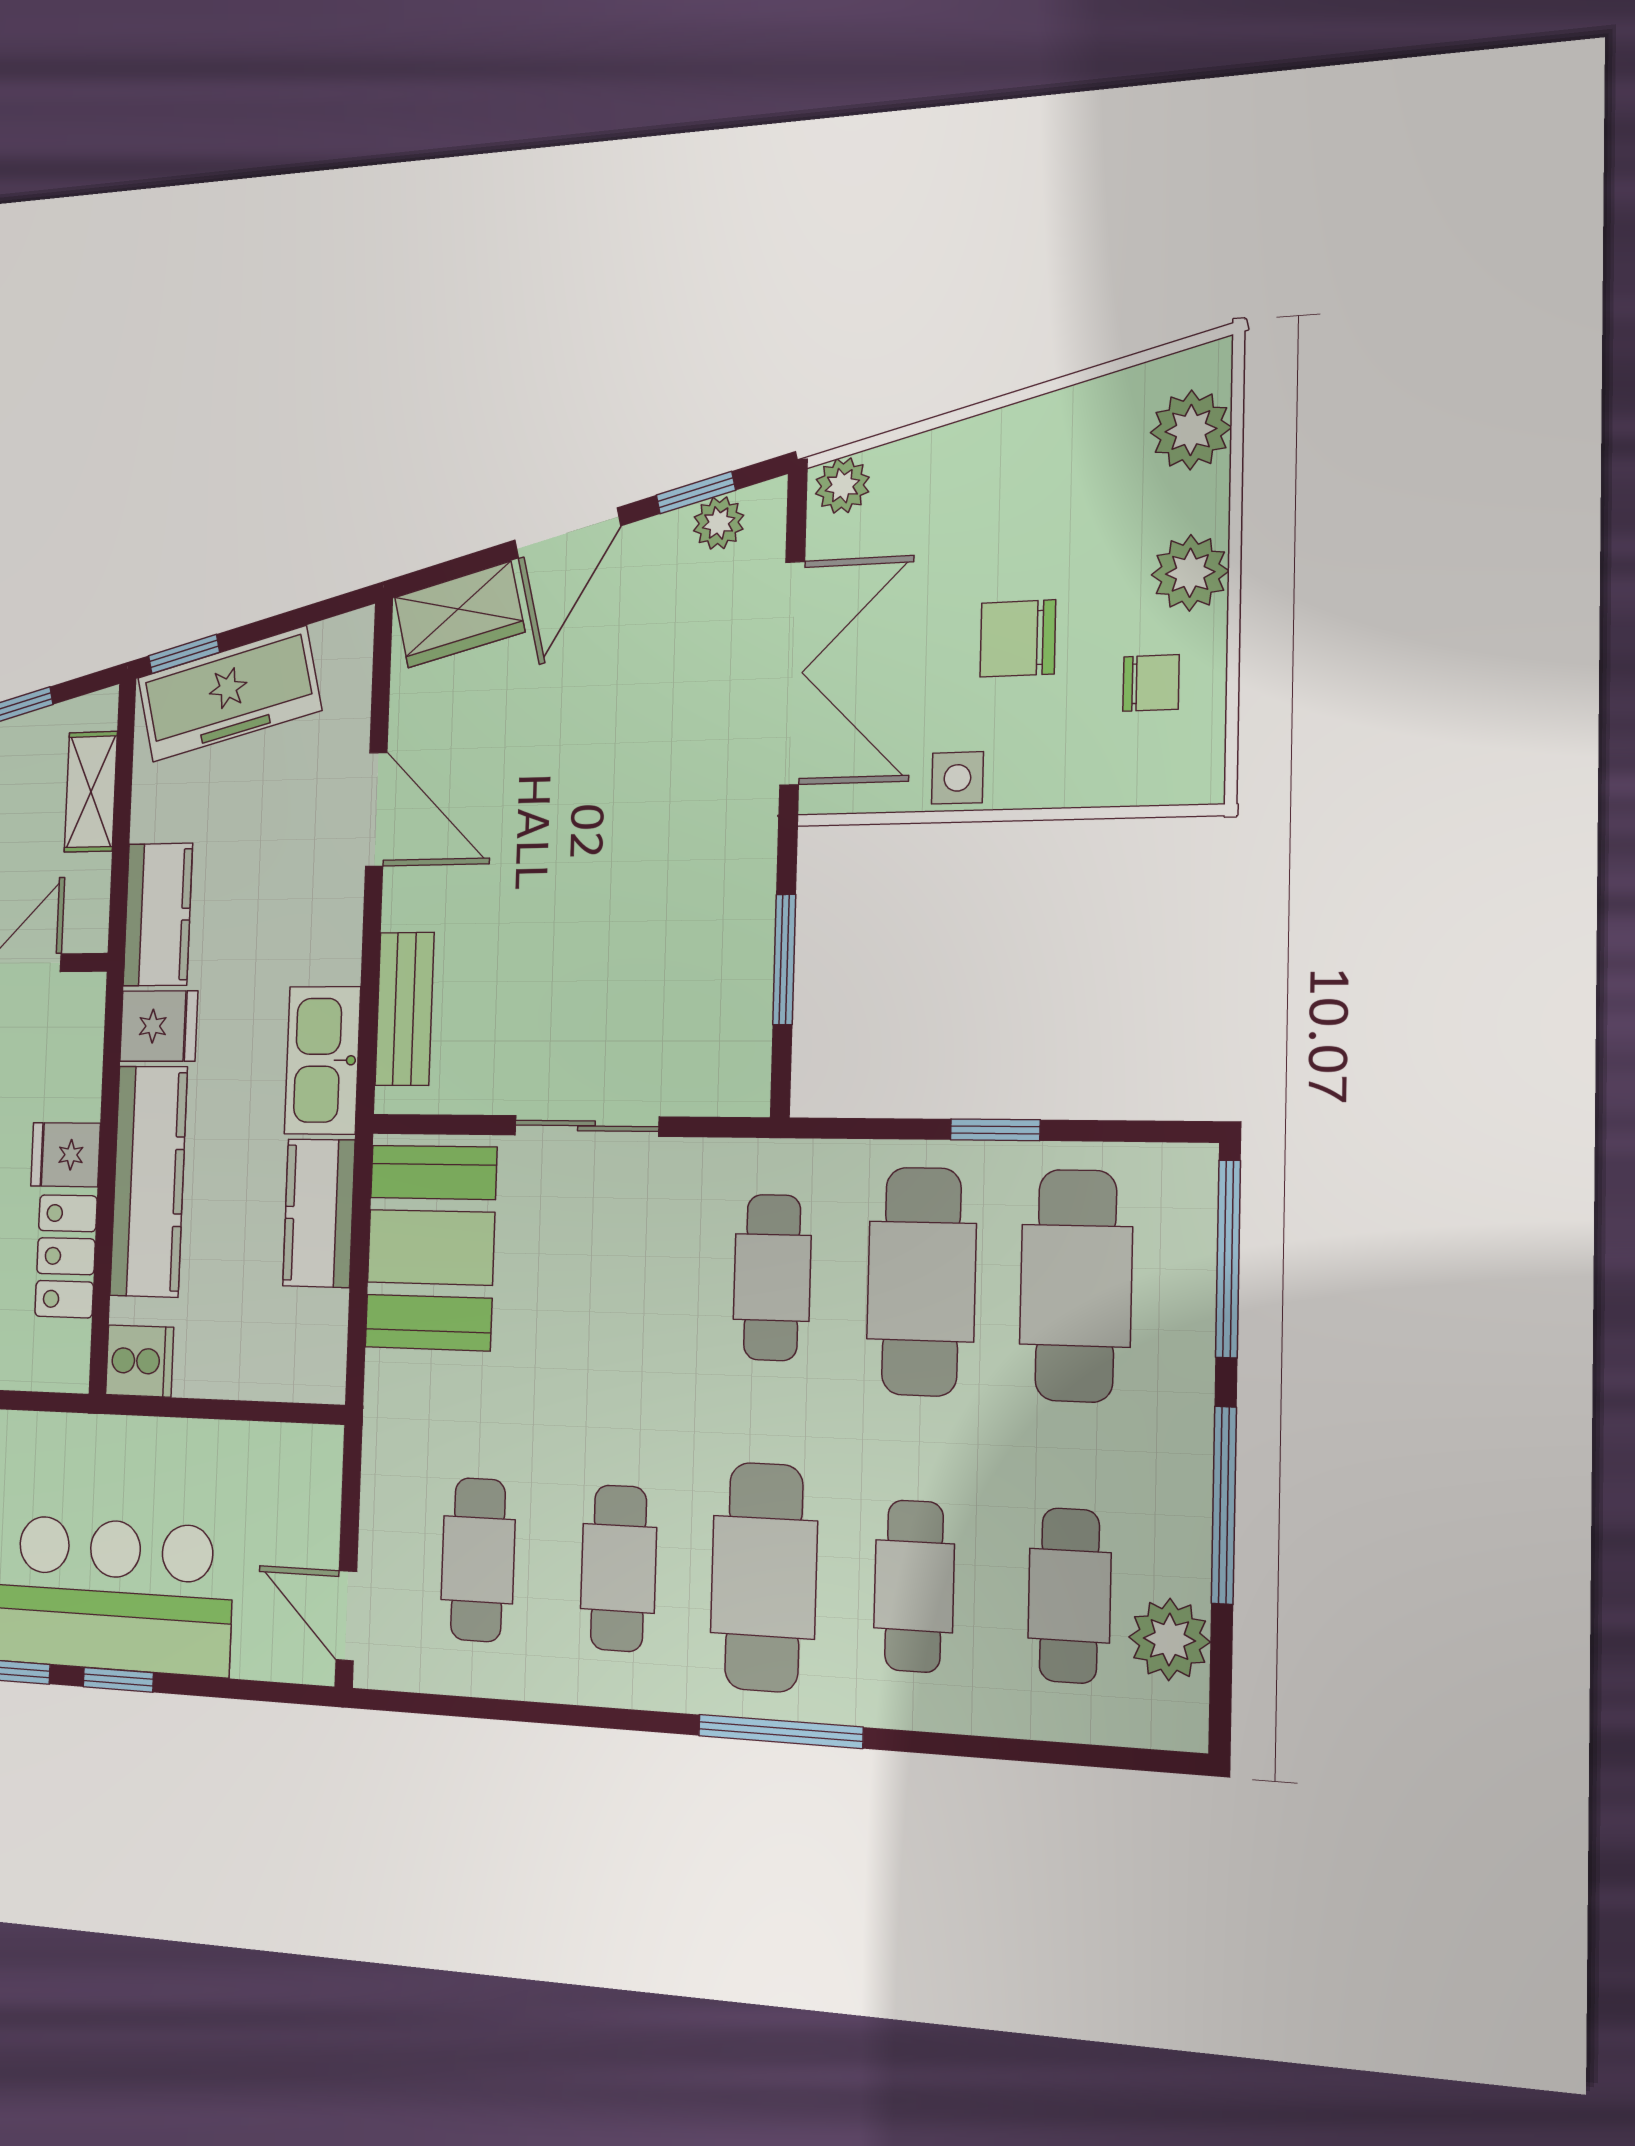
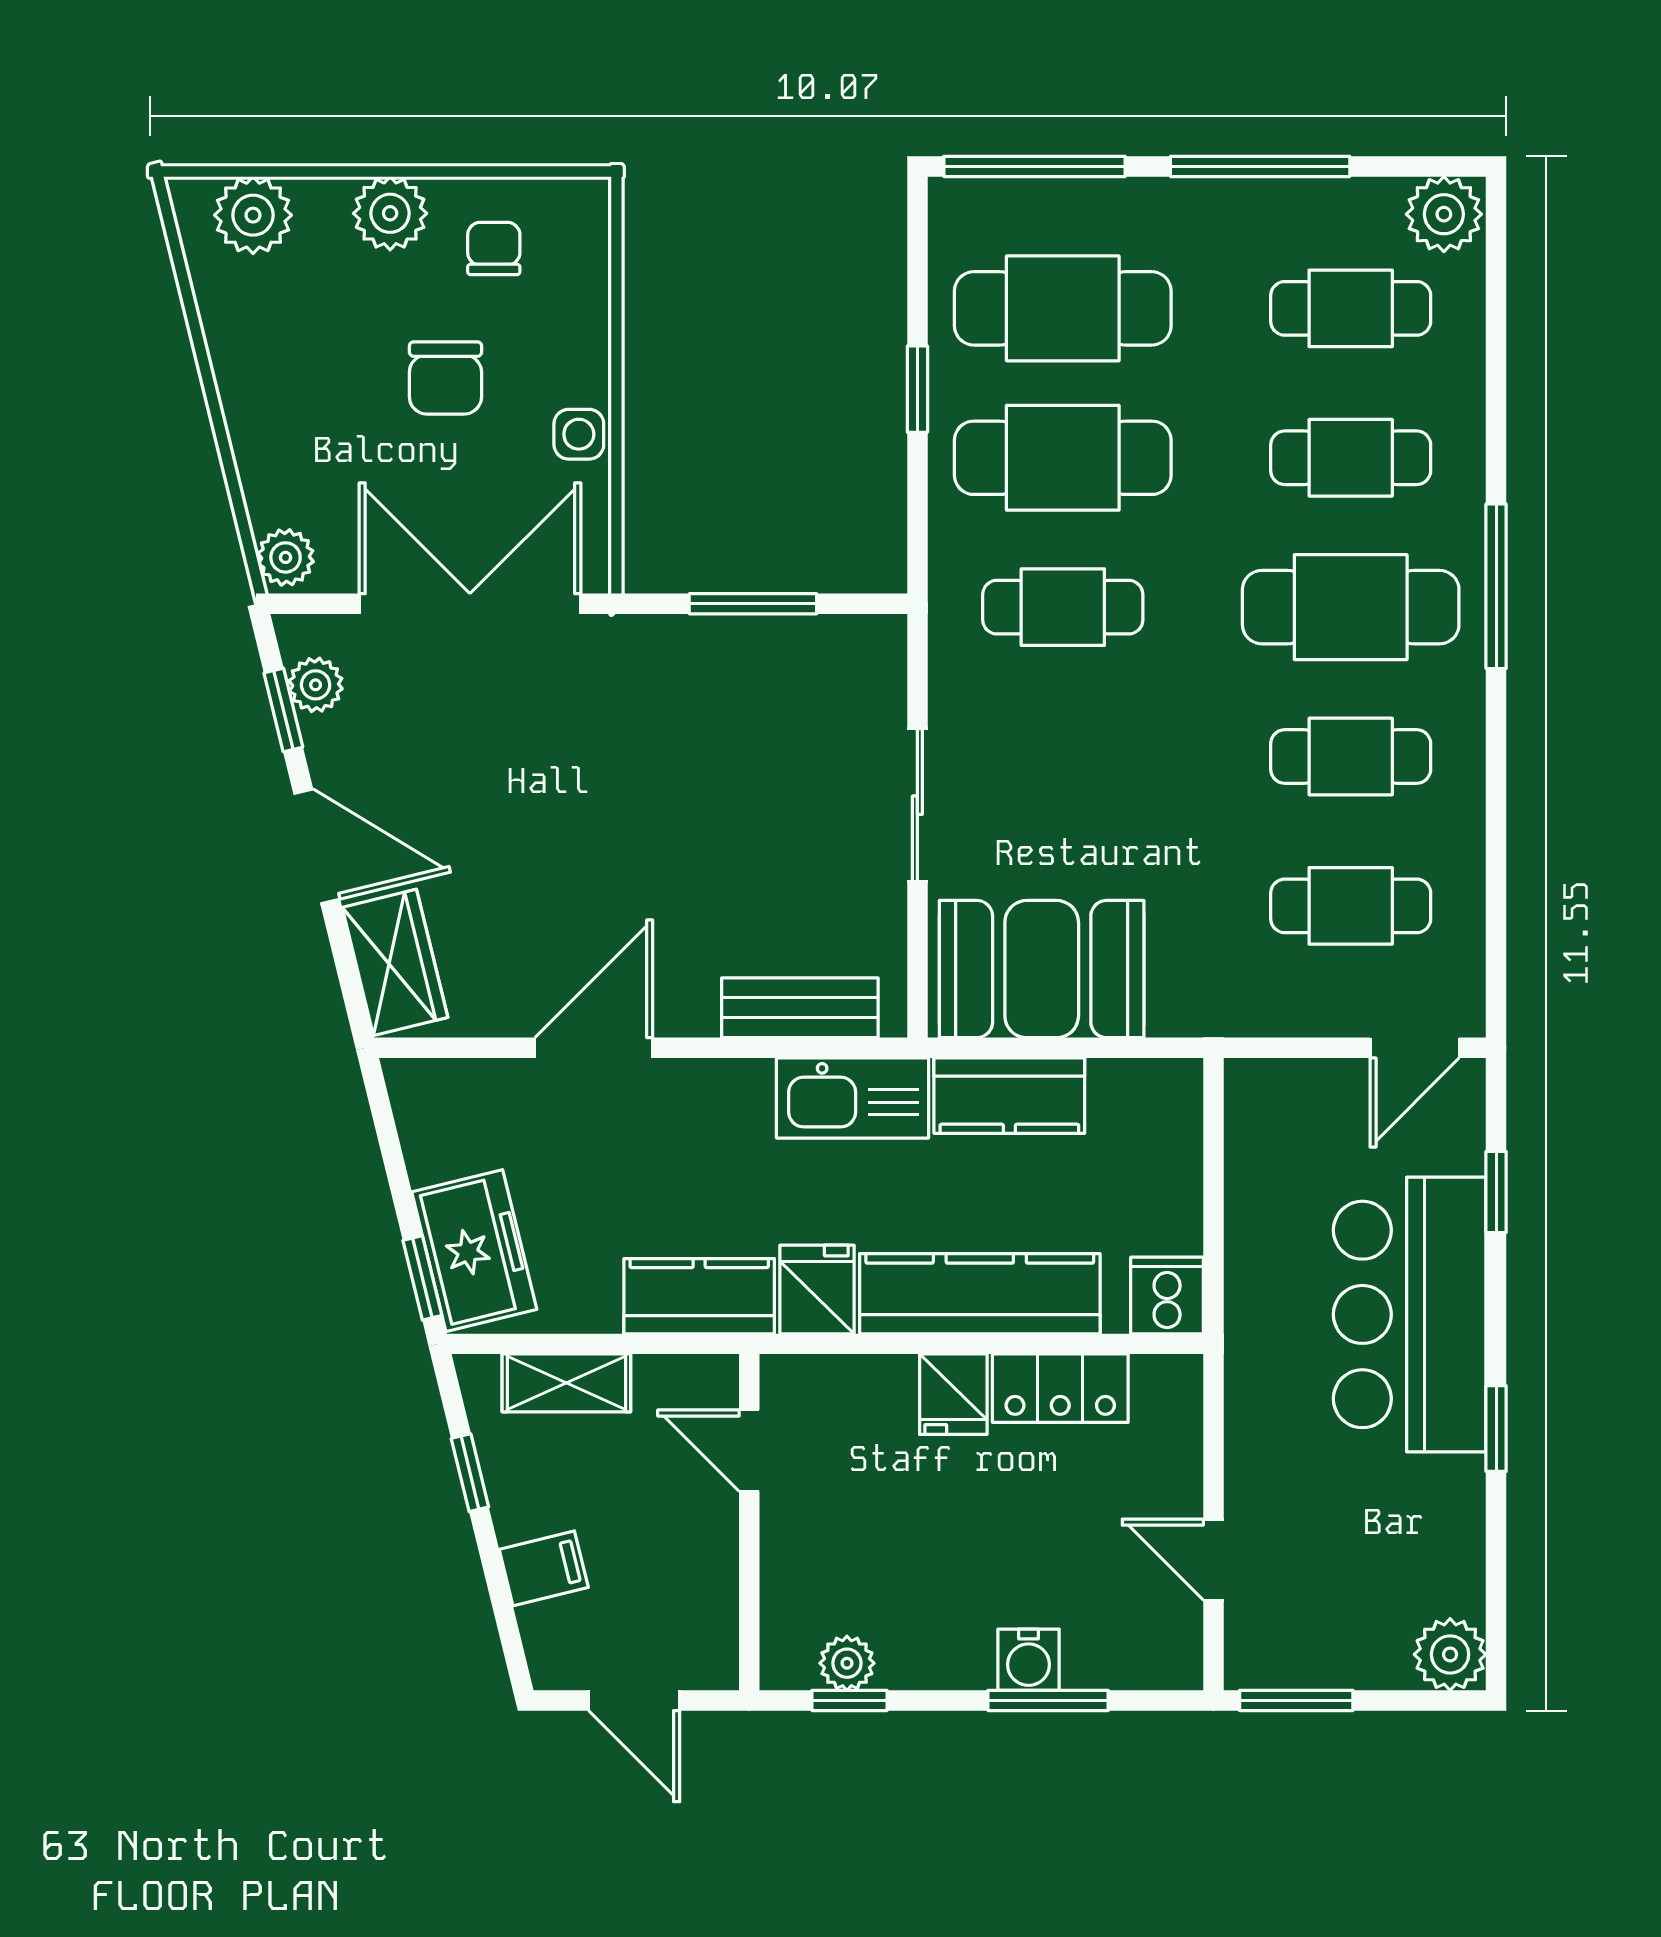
freezer: (229, 694) -> (474, 1251), width x0.71
plant: (1169, 1639) -> (1444, 214), moved
window: (118, 1680) -> (1496, 1192), moved

